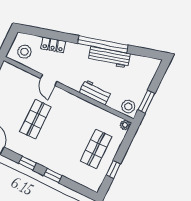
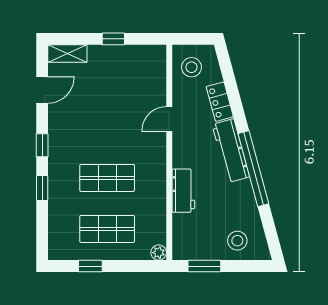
workbench: (109, 57) -> (231, 151), moved
stool: (128, 107) -> (237, 241), moved
shop shelf: (35, 119) -> (107, 178), moved

